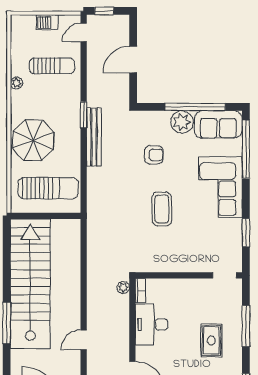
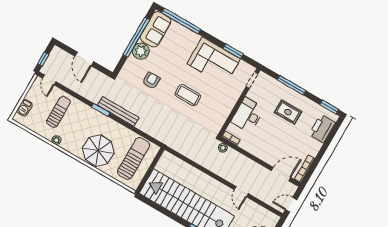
barbecue: (47, 22) -> (25, 108), moved
corner sofa: (220, 187) -> (214, 61), moved
desk: (151, 324) -> (248, 115), moved, turned 90

